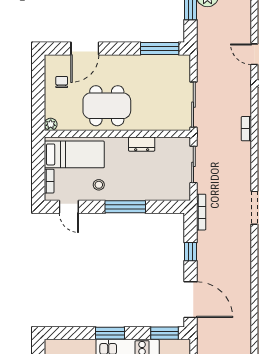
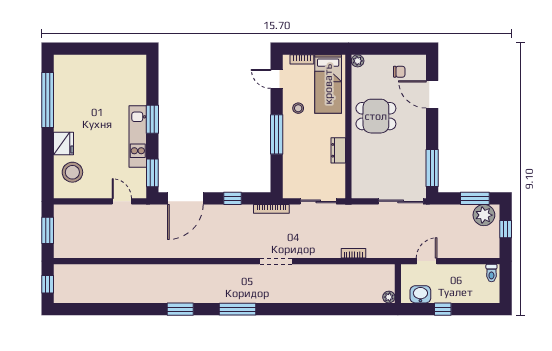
sliding door: (193, 105) -> (401, 201), moved
dining table: (107, 106) -> (376, 116), width x0.73
door: (69, 207) -> (277, 79), hinge flipped

